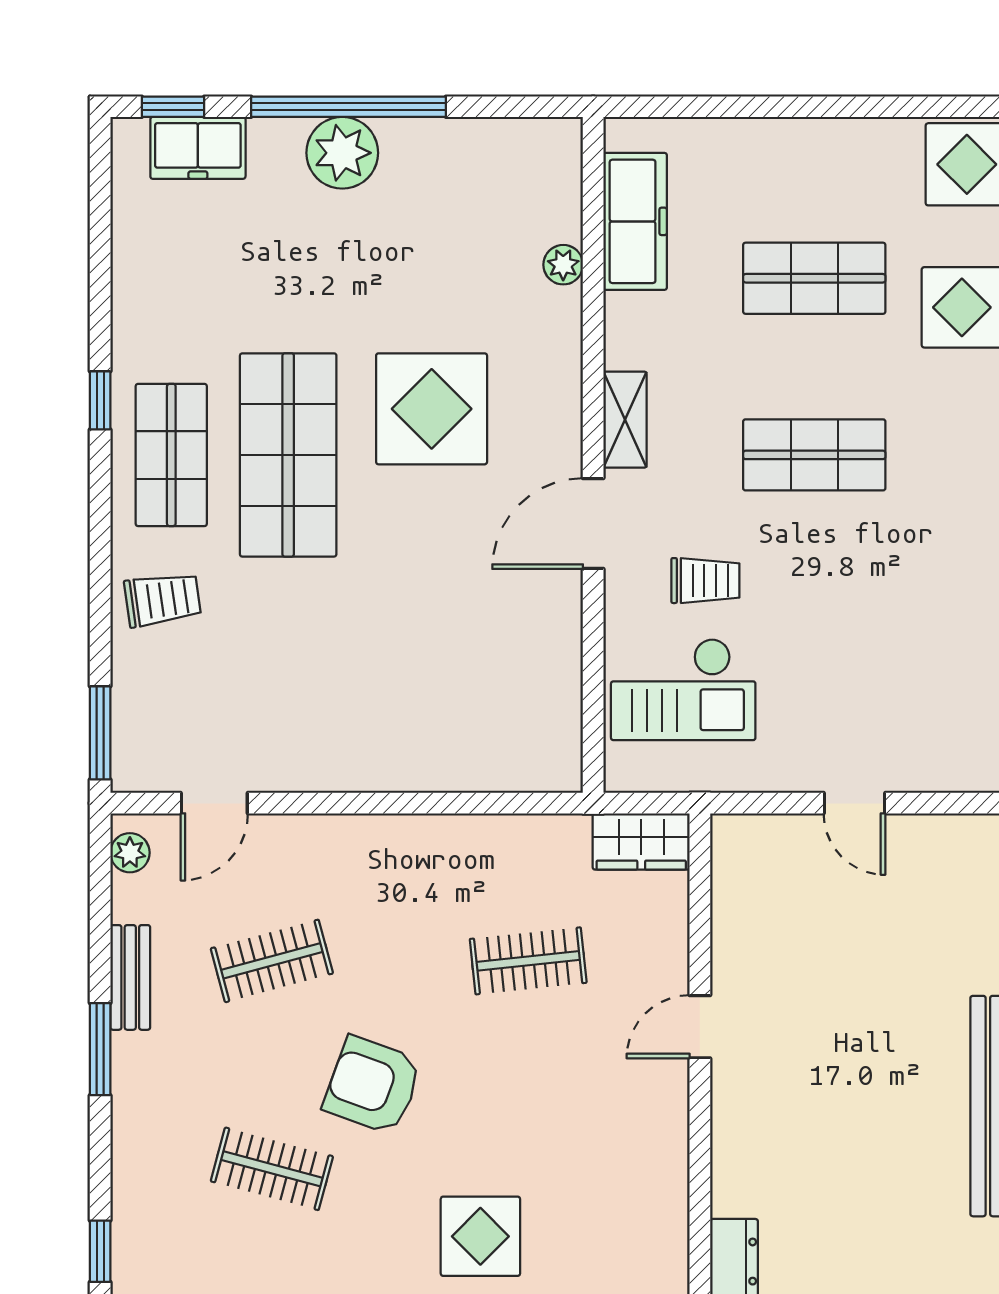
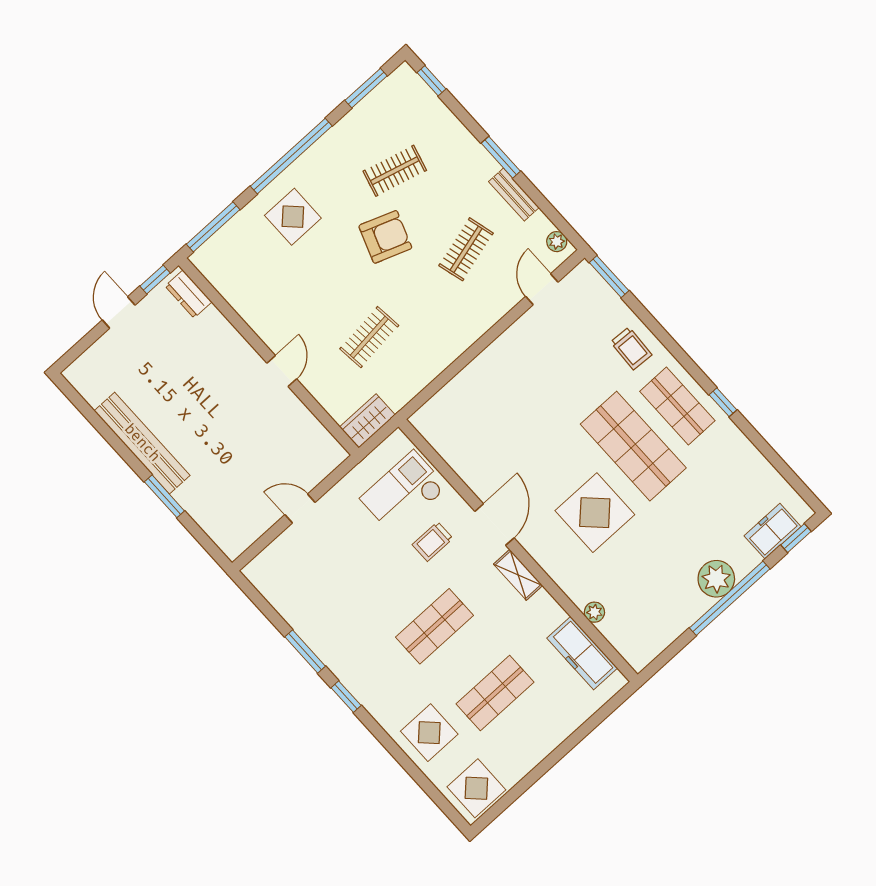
trolley: (163, 600) -> (631, 348), turned -79

